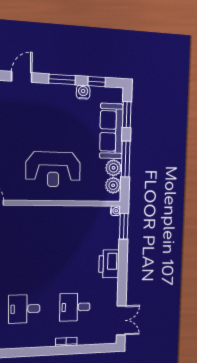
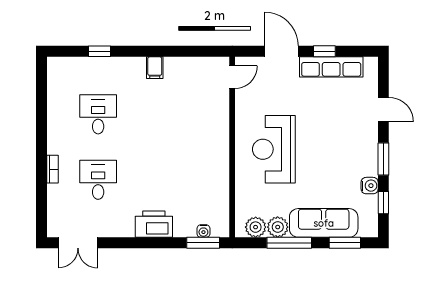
water cooler: (115, 211) -> (203, 231), moved

